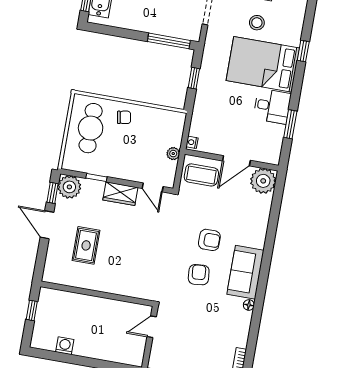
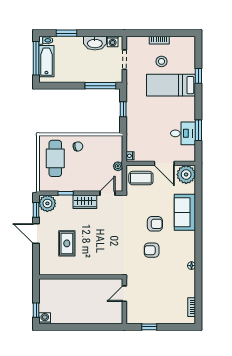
bed: (263, 64) -> (171, 85), width x0.67
desk: (272, 106) -> (183, 133), moved
door: (236, 161) -> (164, 163), hinge flipped
door: (153, 187) -> (107, 193), swing flipped
sofa: (245, 272) -> (185, 212), moved
armchair: (199, 275) -> (152, 250), turned -85
window: (32, 310) -> (36, 310), moved
washing machine: (65, 346) -> (45, 318), moved

